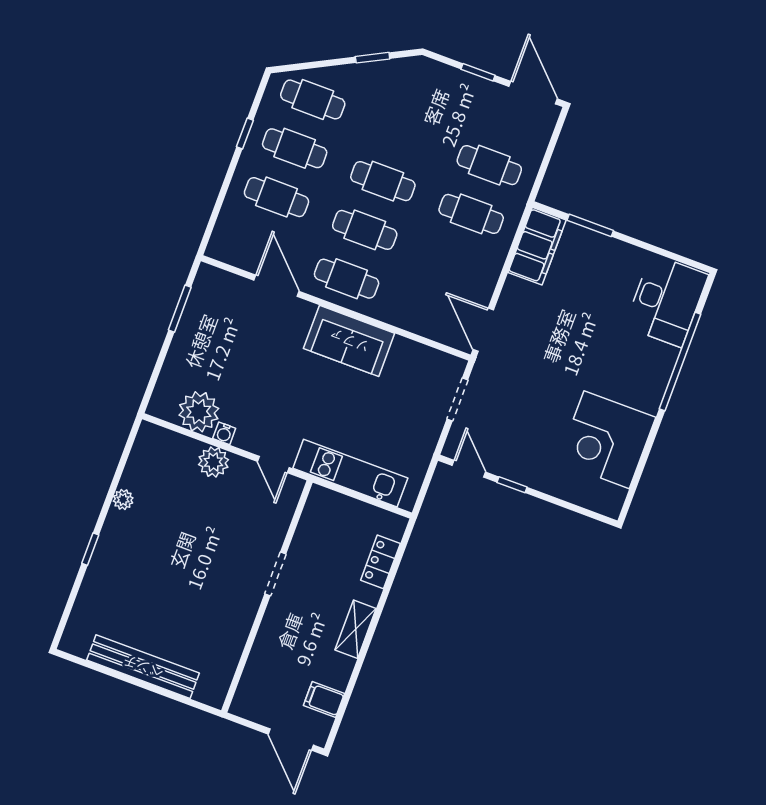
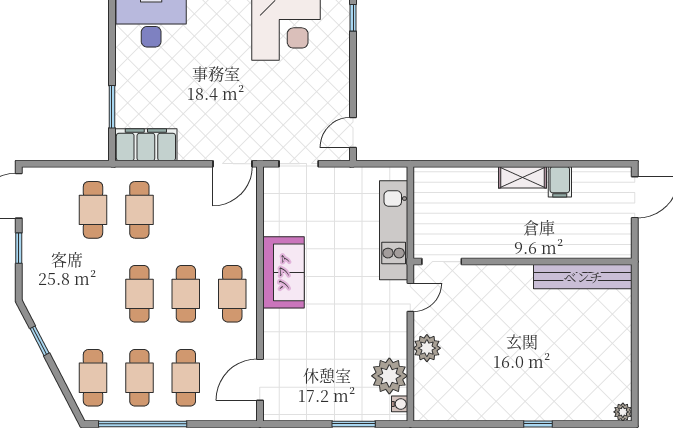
window: (245, 134) -> (143, 424), width x3.17
door: (276, 286) -> (260, 380), moved
window: (180, 309) -> (354, 424), moved
water cooler: (224, 433) -> (400, 404), moved
window: (512, 485) -> (353, 18), moved
plant: (123, 500) -> (623, 412), moved
locker: (380, 562) -> (458, 177), removed
doorway: (275, 574) -> (442, 262), moved
bench: (143, 667) -> (583, 277), moved, turned 90
filing cabinet: (324, 700) -> (560, 182), moved

